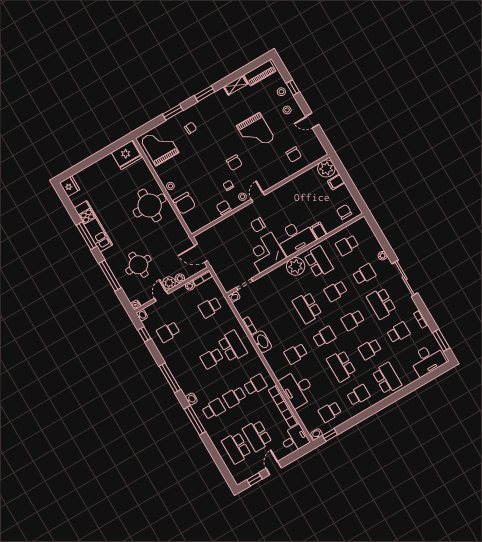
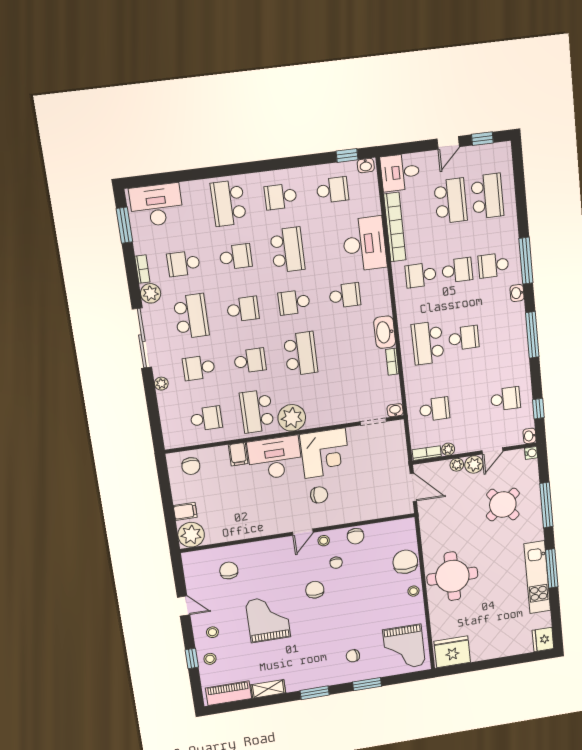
round table: (138, 265) -> (503, 505), turned -36
plant: (410, 307) -> (151, 293), added

